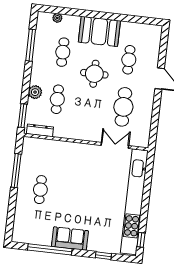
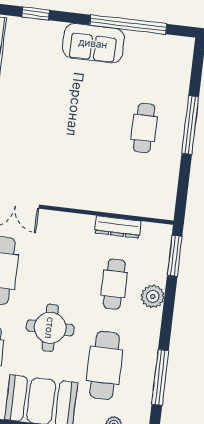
cafe table: (63, 52) -> (105, 365), width x1.37, depth x1.35
dresser: (40, 130) -> (118, 227), moved
window: (16, 171) -> (190, 125), moved

